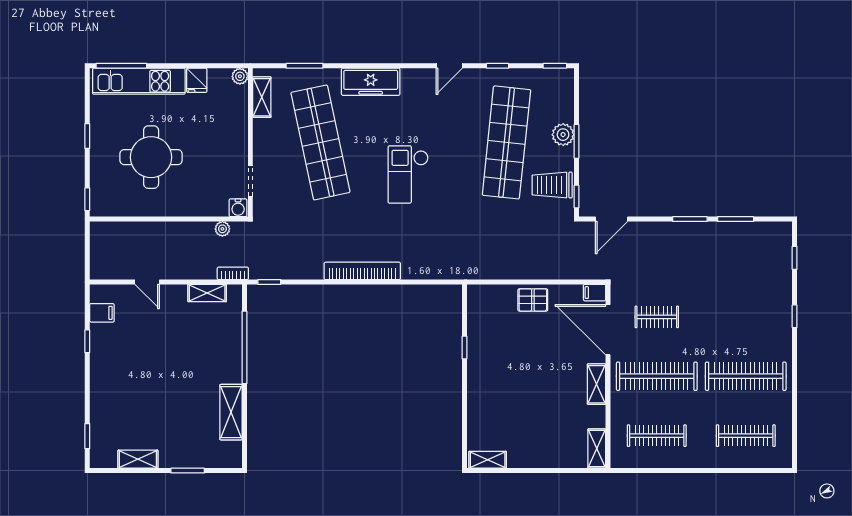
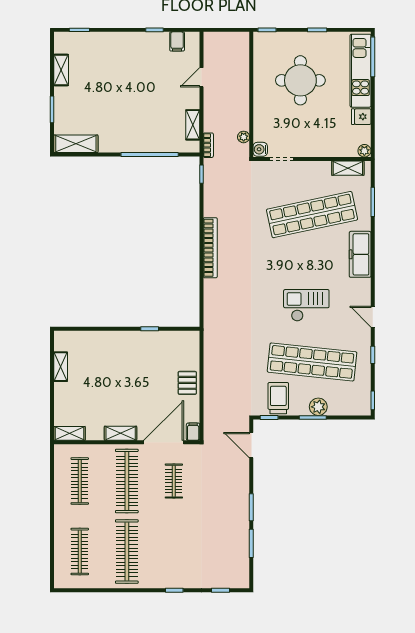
checkout: (408, 174) -> (306, 305), moved
shelving: (231, 412) -> (76, 144), moved
shelving: (488, 460) -> (61, 367), moved

